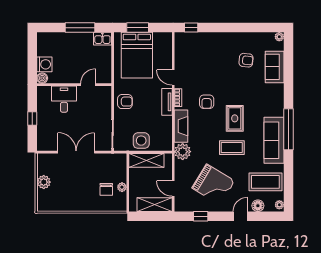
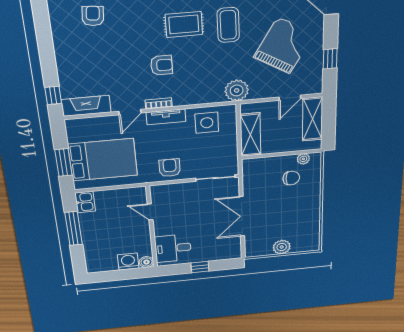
desk: (64, 99) -> (173, 248), moved
fireplace: (181, 126) -> (86, 106), moved
side table: (141, 141) -> (207, 123), moved
plant: (122, 187) -> (303, 159), moved

